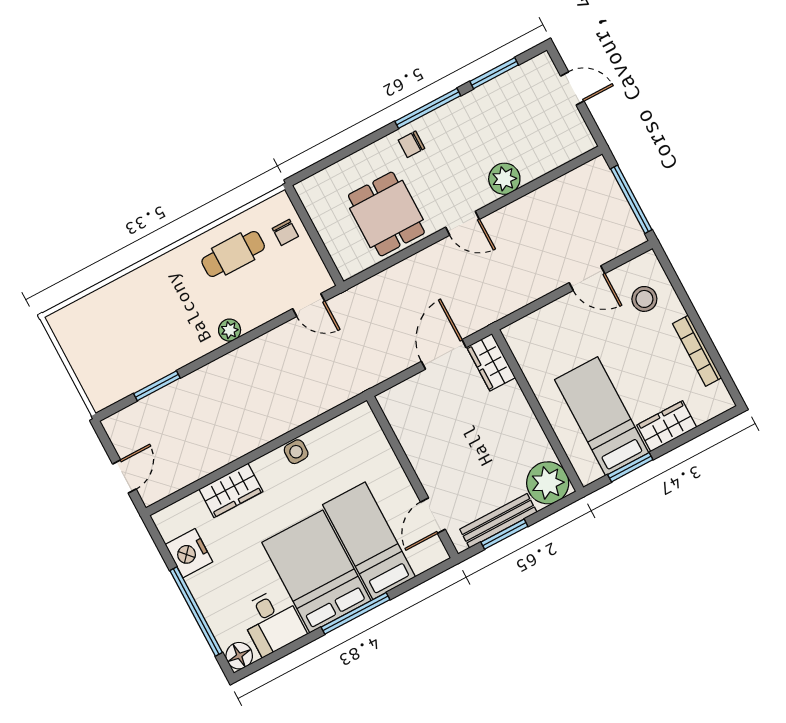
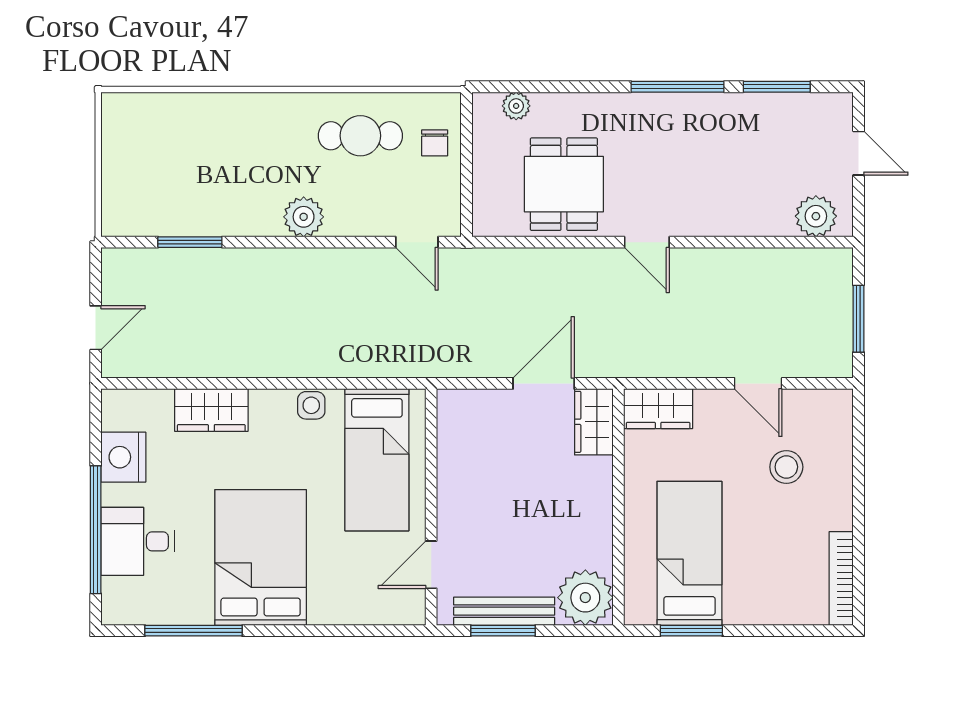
chair: (412, 144) -> (636, 118), removed
plant: (327, 179) -> (516, 106), added
plant: (504, 179) -> (816, 216), moved
window: (631, 199) -> (858, 319), width x0.69
stool: (644, 299) -> (786, 467), moved
plant: (230, 330) -> (304, 217), width x1.38, depth x1.38
bookcase: (697, 351) -> (841, 578), moved
wardrobe: (667, 426) -> (658, 409), moved, turned 180
bed: (369, 541) -> (377, 460), moved, turned 180
window: (355, 613) -> (194, 631), moved
desk: (272, 622) -> (138, 541), moved, turned 90
floor lamp: (239, 656) -> (118, 608), removed

